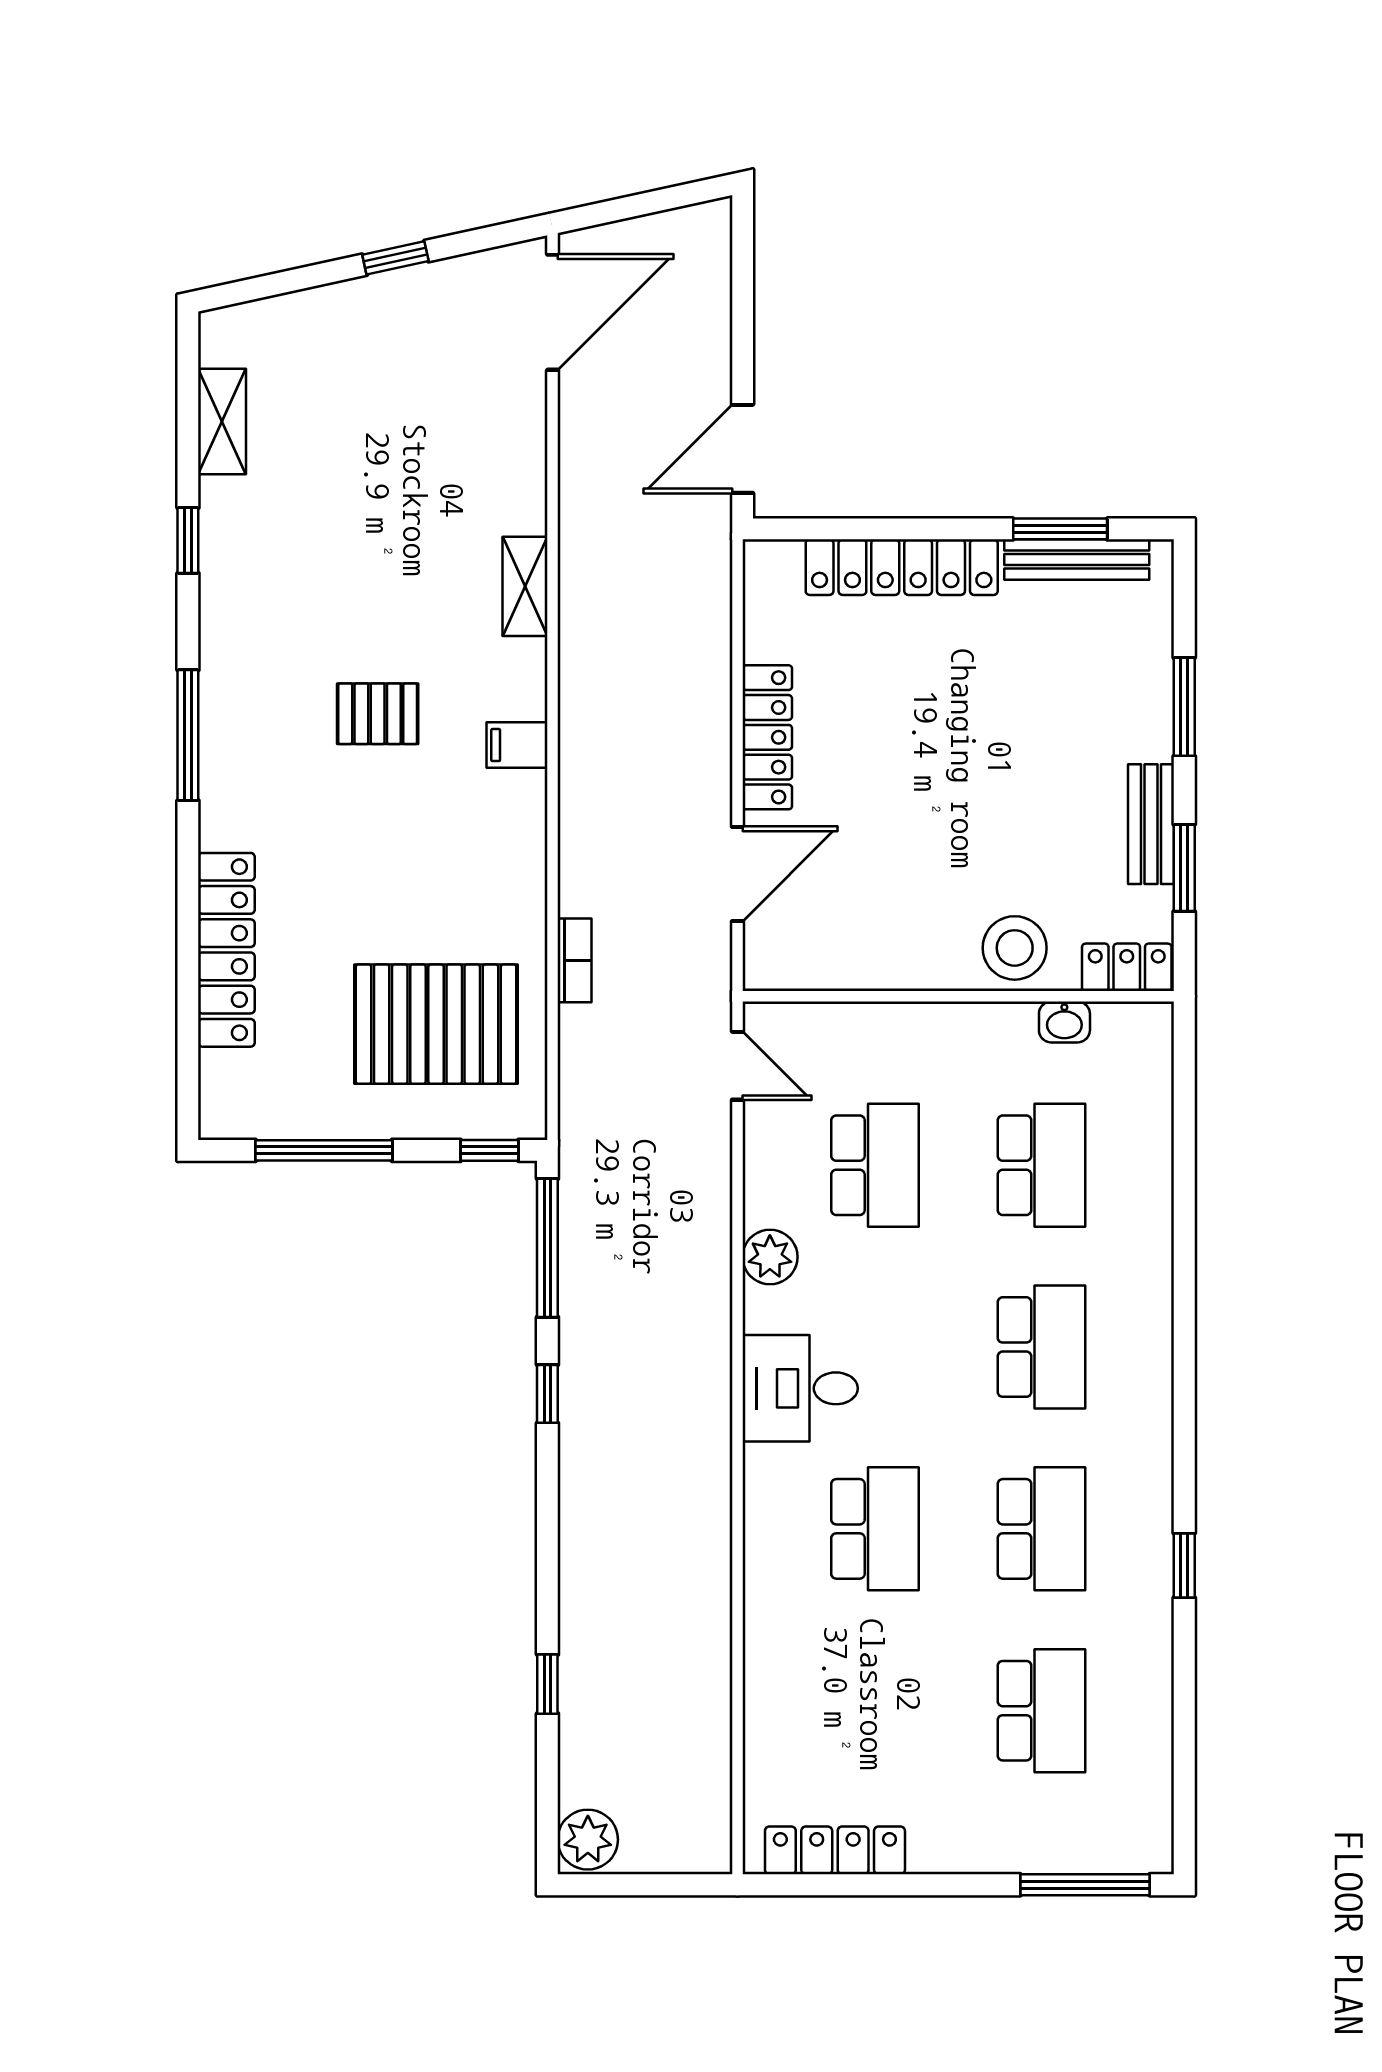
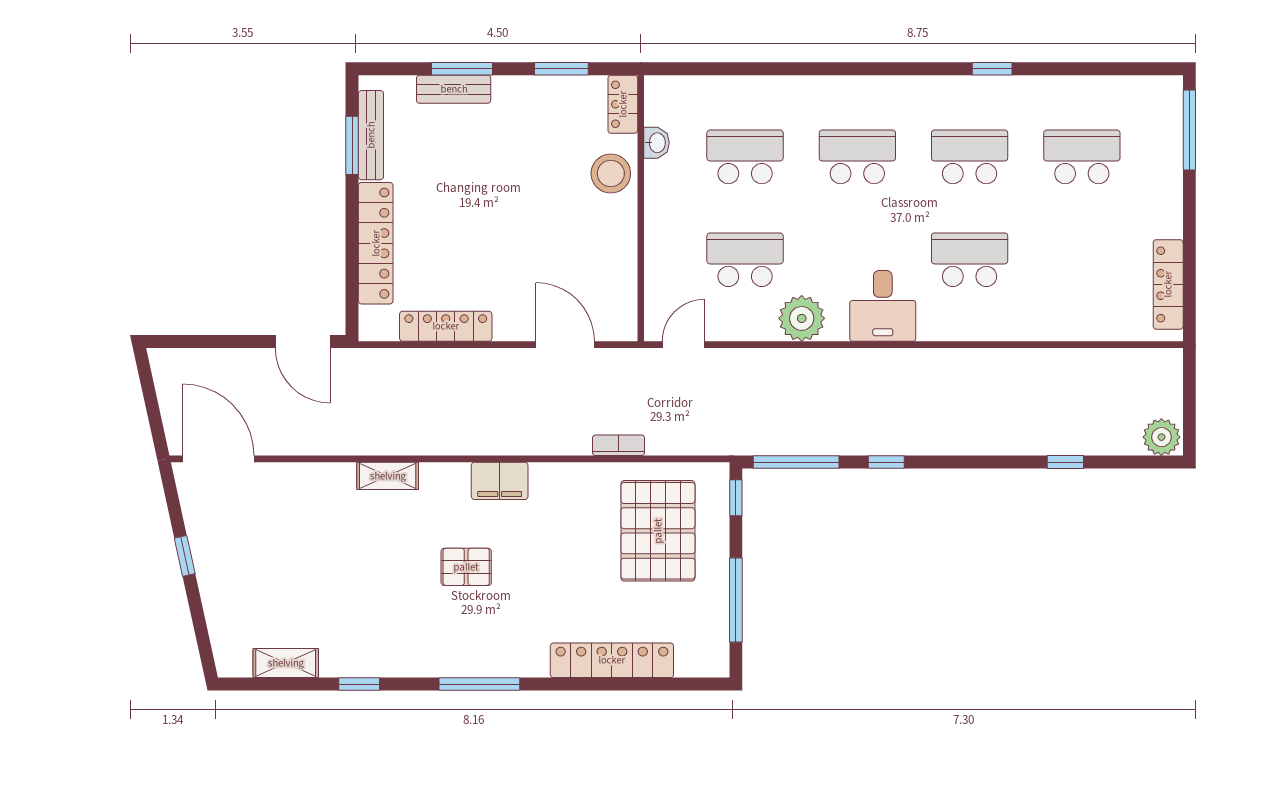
pallet: (378, 714) -> (466, 567), turned 90
locker: (767, 737) -> (446, 326), moved
filing cabinet: (517, 745) -> (500, 481), width x2.00
bench: (1151, 824) -> (454, 89), moved
plant: (770, 1257) -> (802, 318), width x1.36, depth x1.36

